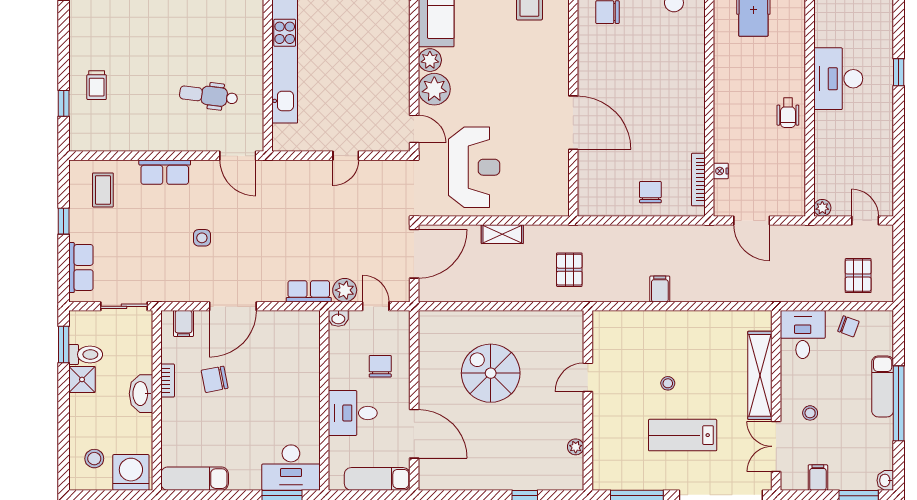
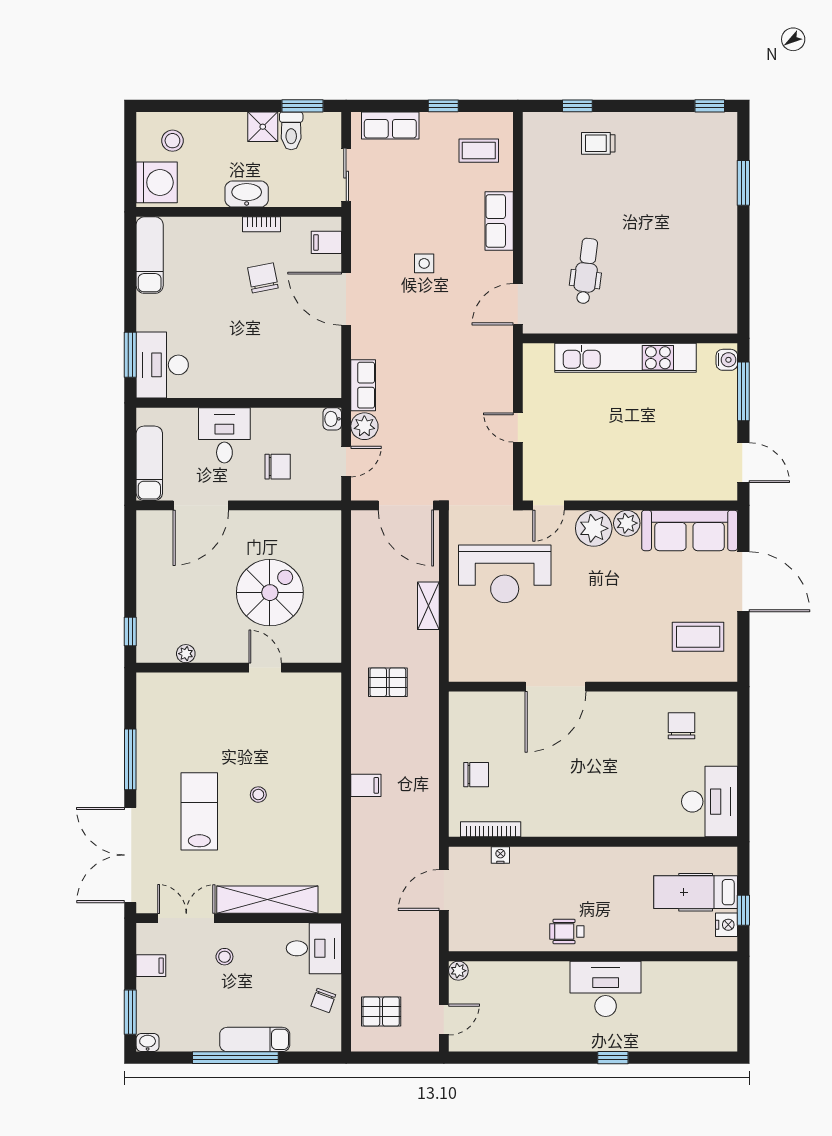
door: (588, 377) -> (265, 668), moved
wall: (588, 400) -> (239, 668), moved
plant: (576, 447) -> (186, 654), moved

